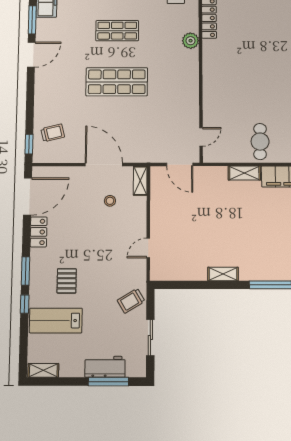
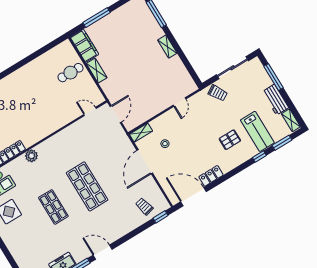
door: (148, 248) -> (179, 102), hinge flipped
window: (26, 271) -> (282, 143), moved
sliding door: (150, 338) -> (232, 68), width x1.37
workbench: (105, 367) -> (275, 100), moved

